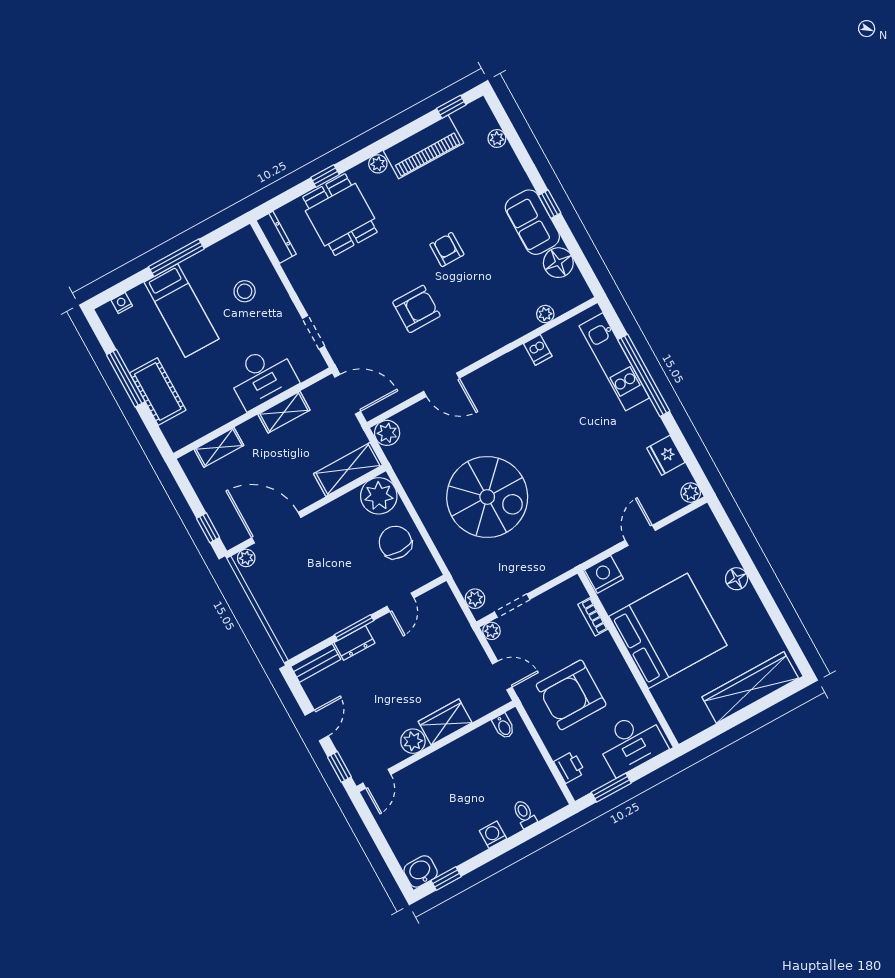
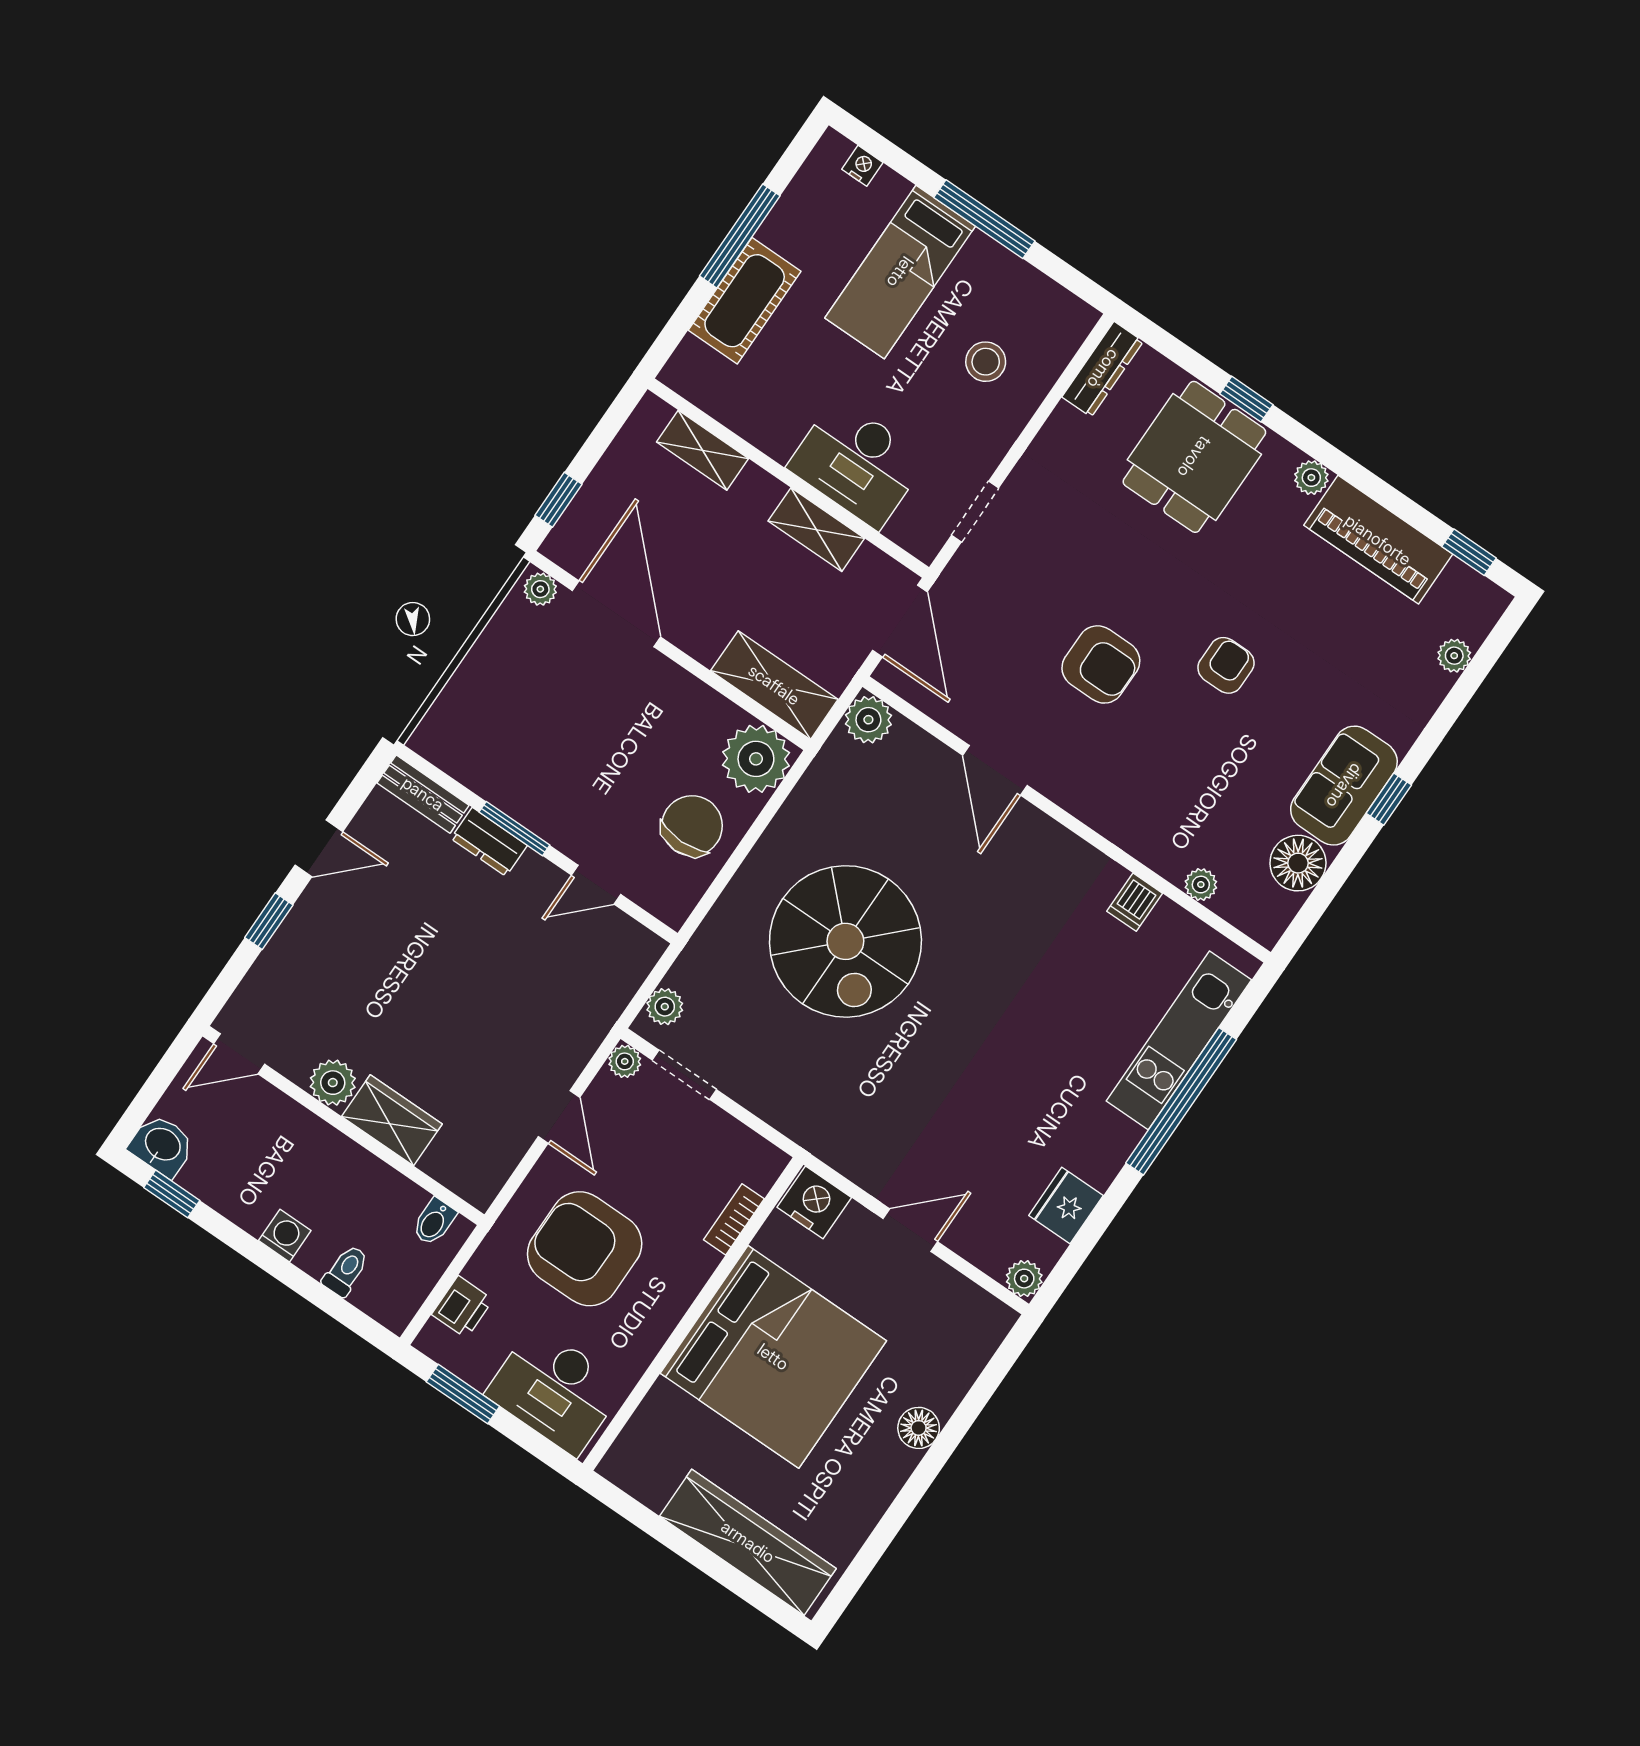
wardrobe: (445, 722) -> (392, 1120), moved
bidet: (504, 726) -> (434, 1222), moved
plant: (413, 741) -> (333, 1083), moved
wall: (436, 746) -> (343, 1125), moved
door: (377, 779) -> (239, 1054), moved

